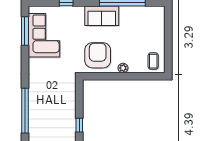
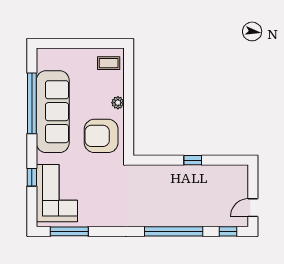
sofa: (102, 16) -> (53, 112), width x1.85, depth x1.27
corner sofa: (44, 35) -> (57, 193), moved, turned 90

